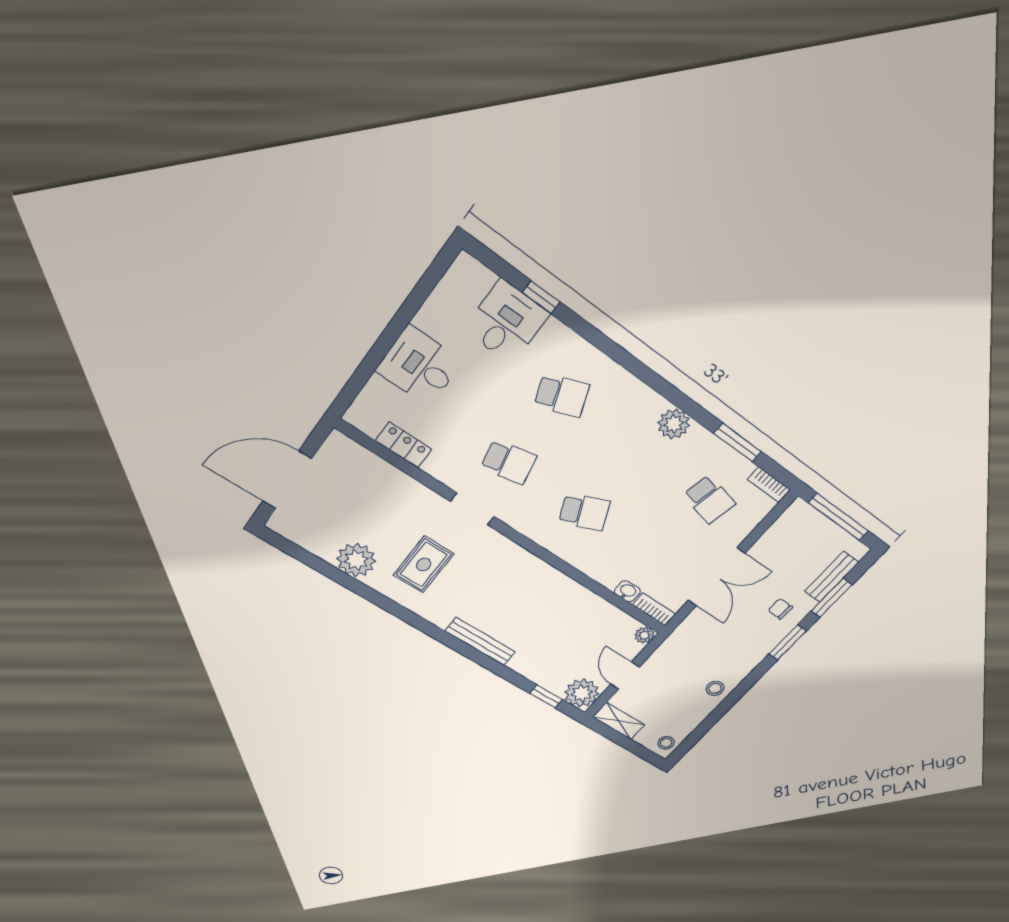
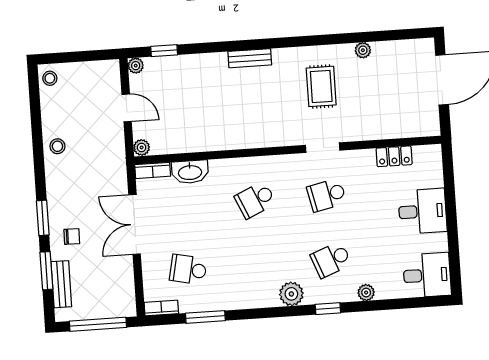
window: (541, 297) -> (328, 309), moved
desk: (506, 322) -> (427, 275), moved, turned -90
plant: (555, 331) -> (366, 293), added
plant: (674, 424) -> (291, 294), moved
plant: (356, 560) -> (363, 50), width x0.53, depth x0.53
washbasin: (627, 591) -> (190, 172), width x1.91, depth x1.45
bench: (480, 642) -> (250, 58), width x0.73
plant: (582, 693) -> (136, 66), width x0.53, depth x0.53
shelving: (619, 721) -> (99, 70), removed

